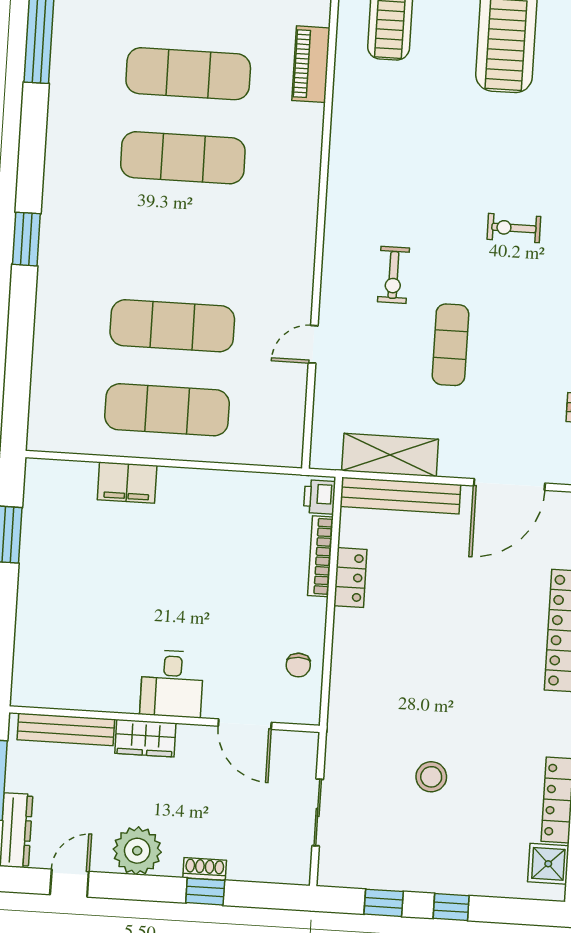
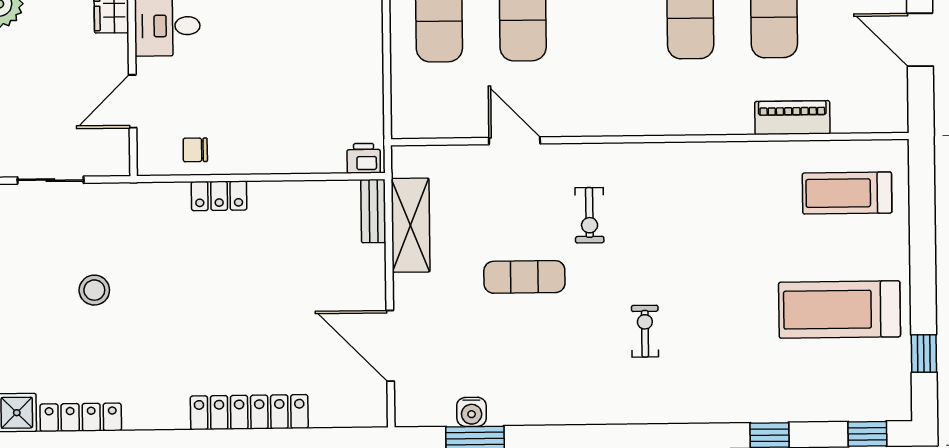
exercise bike: (393, 275) -> (589, 215), turned -90
door: (313, 344) -> (515, 141), width x1.38
bench: (400, 496) -> (373, 211), width x0.54, depth x0.82
bookcase: (320, 556) -> (305, 164), removed
locker: (350, 578) -> (219, 196), moved

